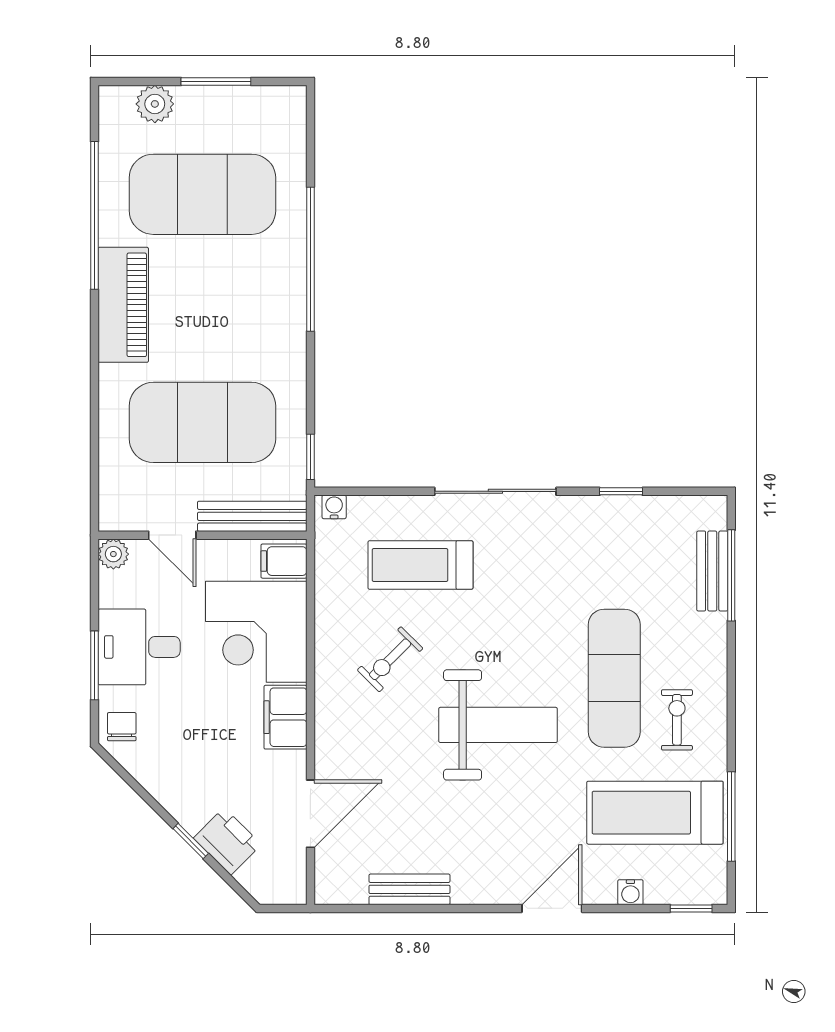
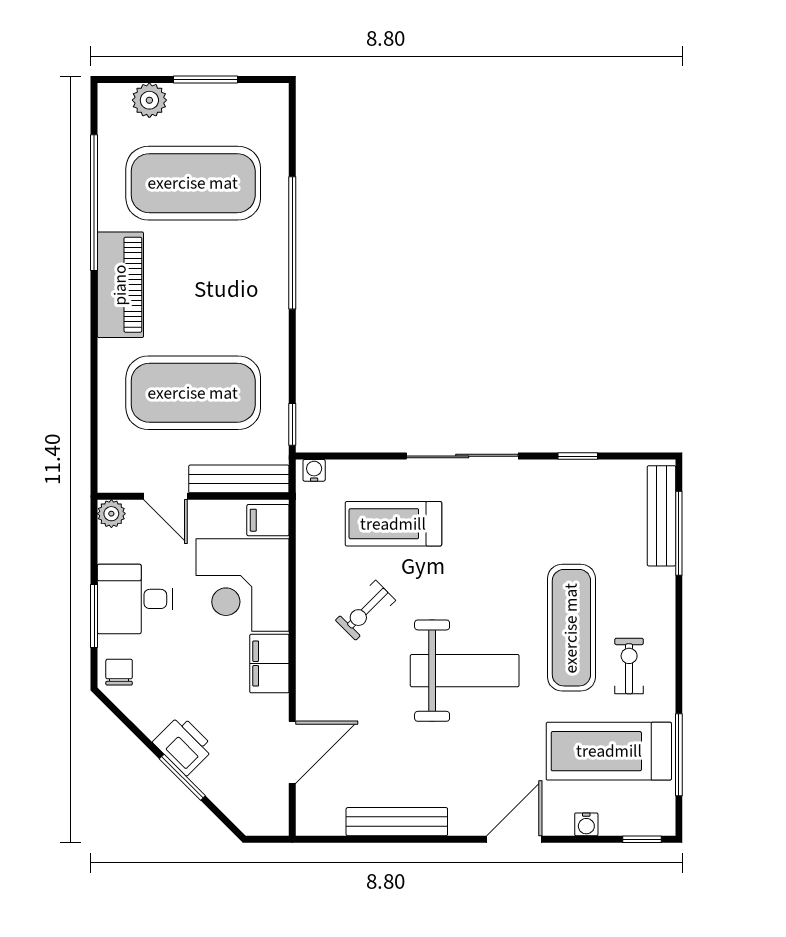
bench: (712, 571) -> (661, 516), width x1.36
window: (191, 841) -> (182, 777), width x1.50
printer: (227, 841) -> (184, 745), moved
bench: (409, 889) -> (397, 822), width x1.36

